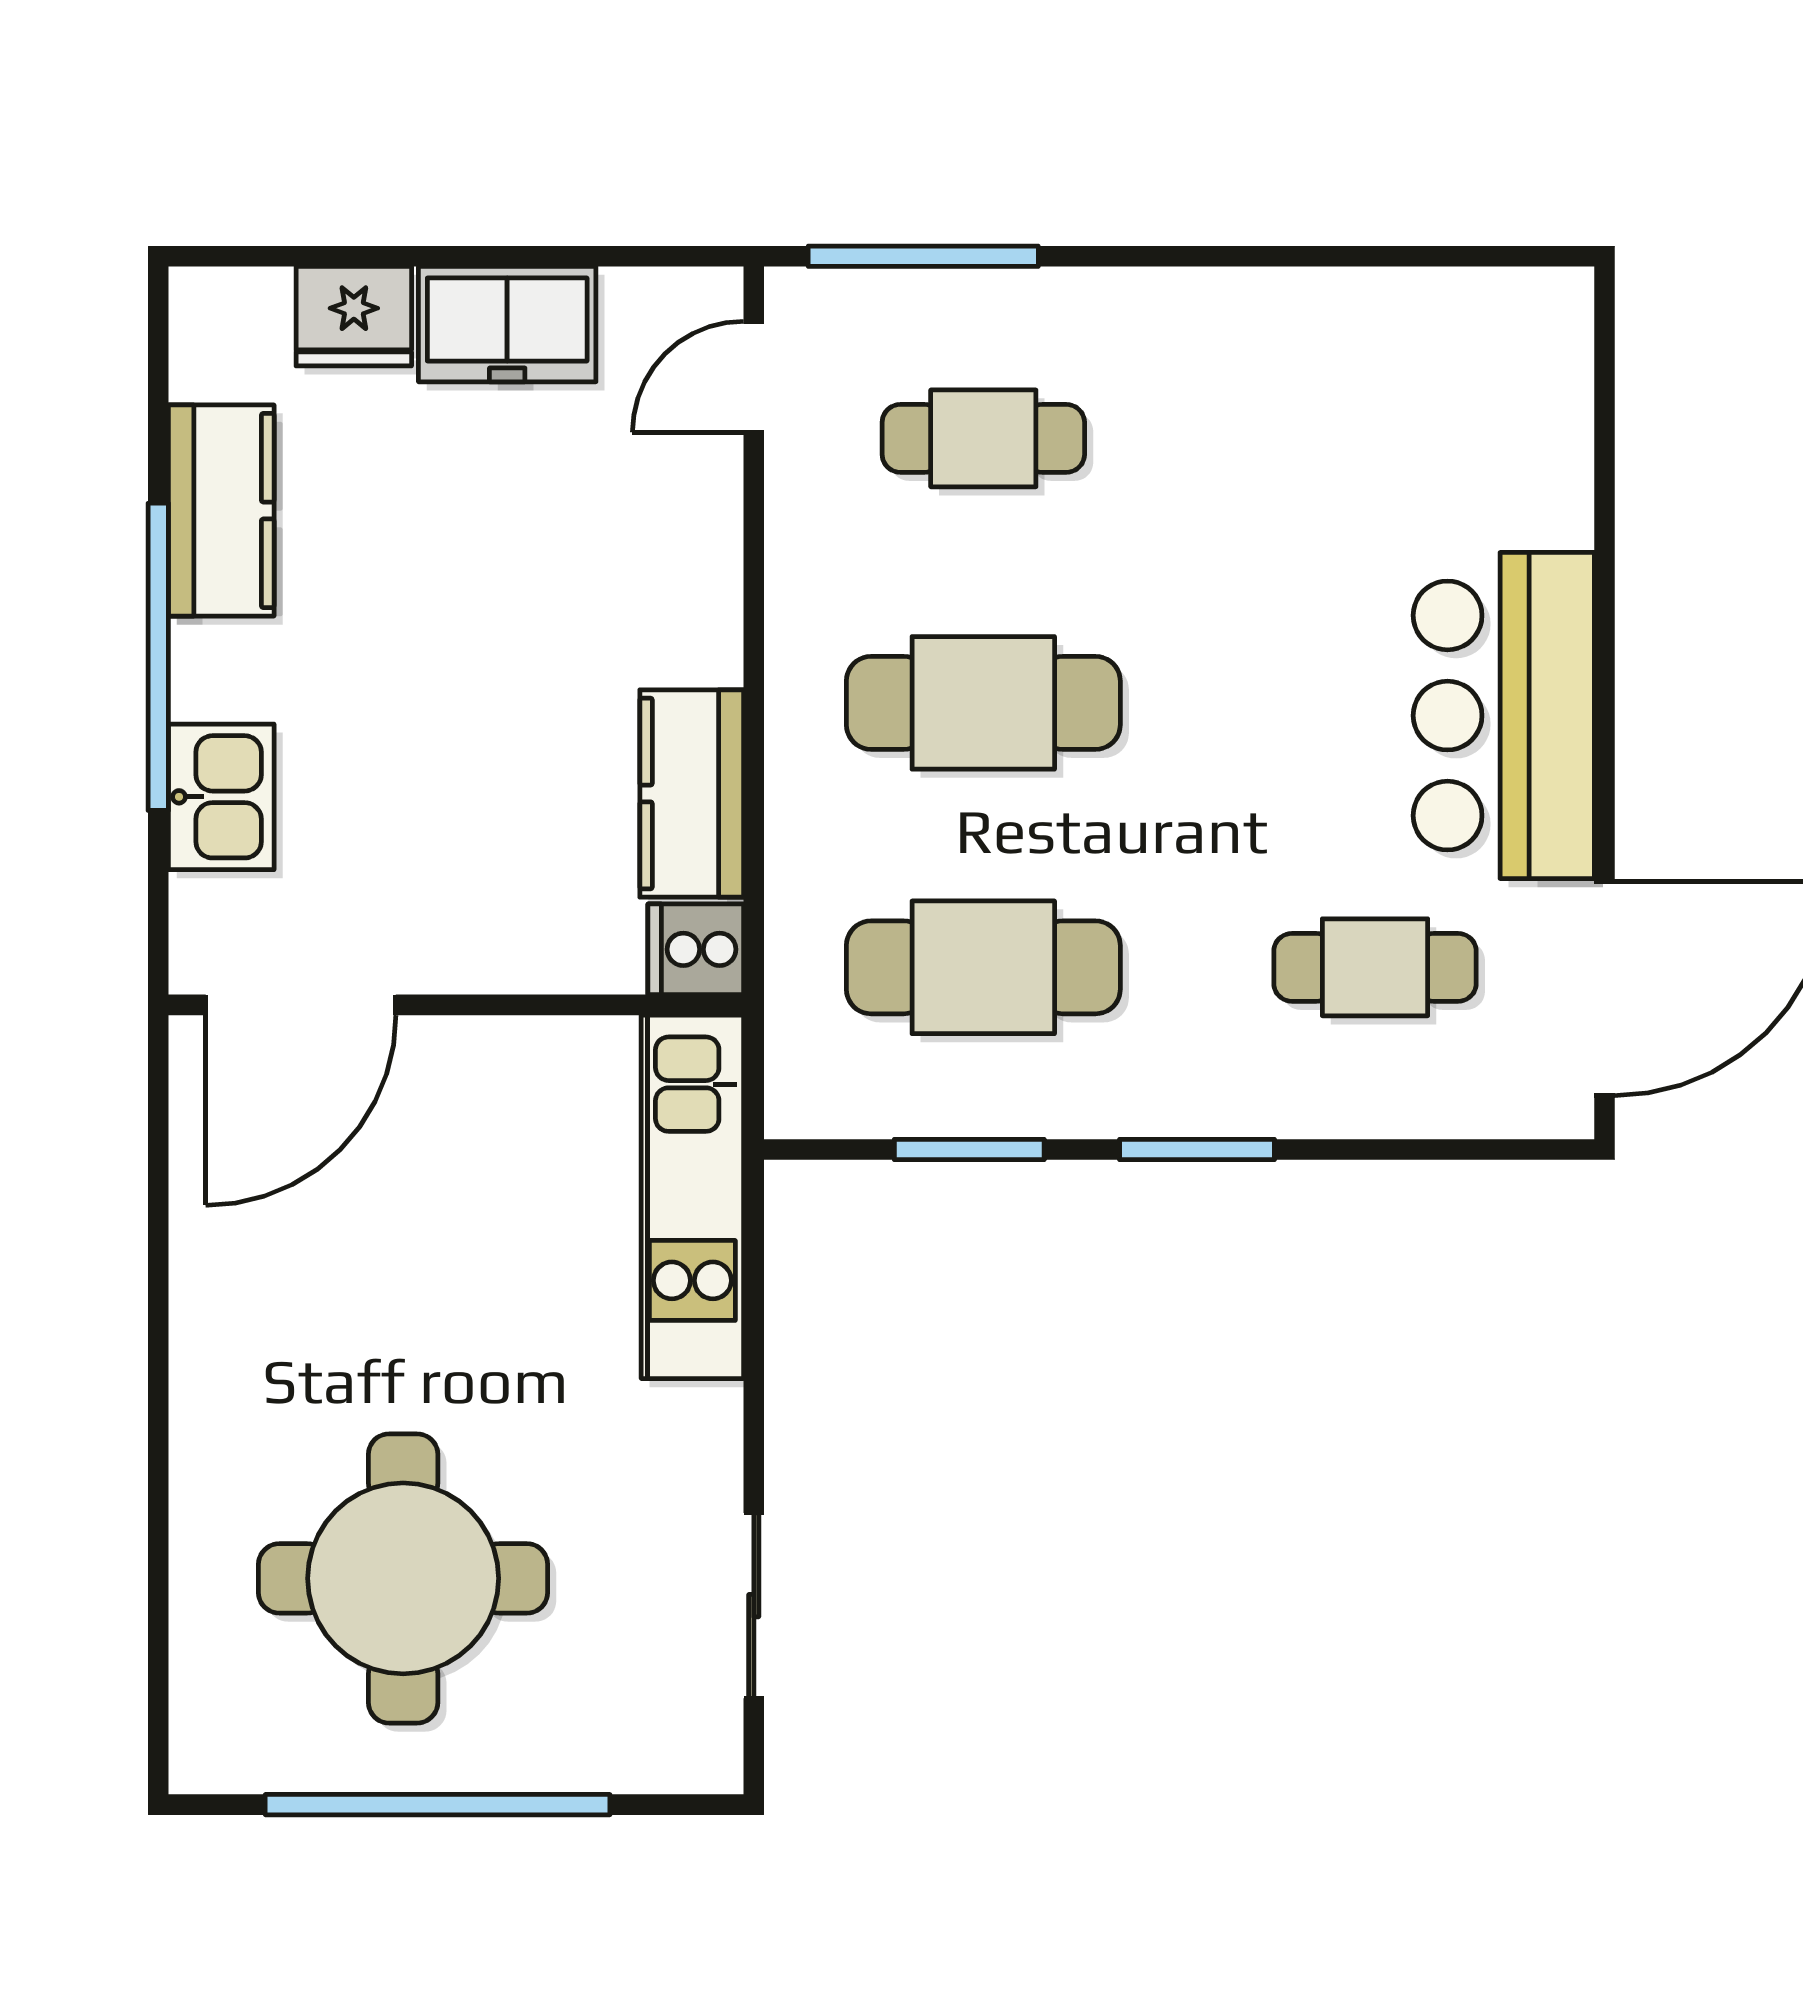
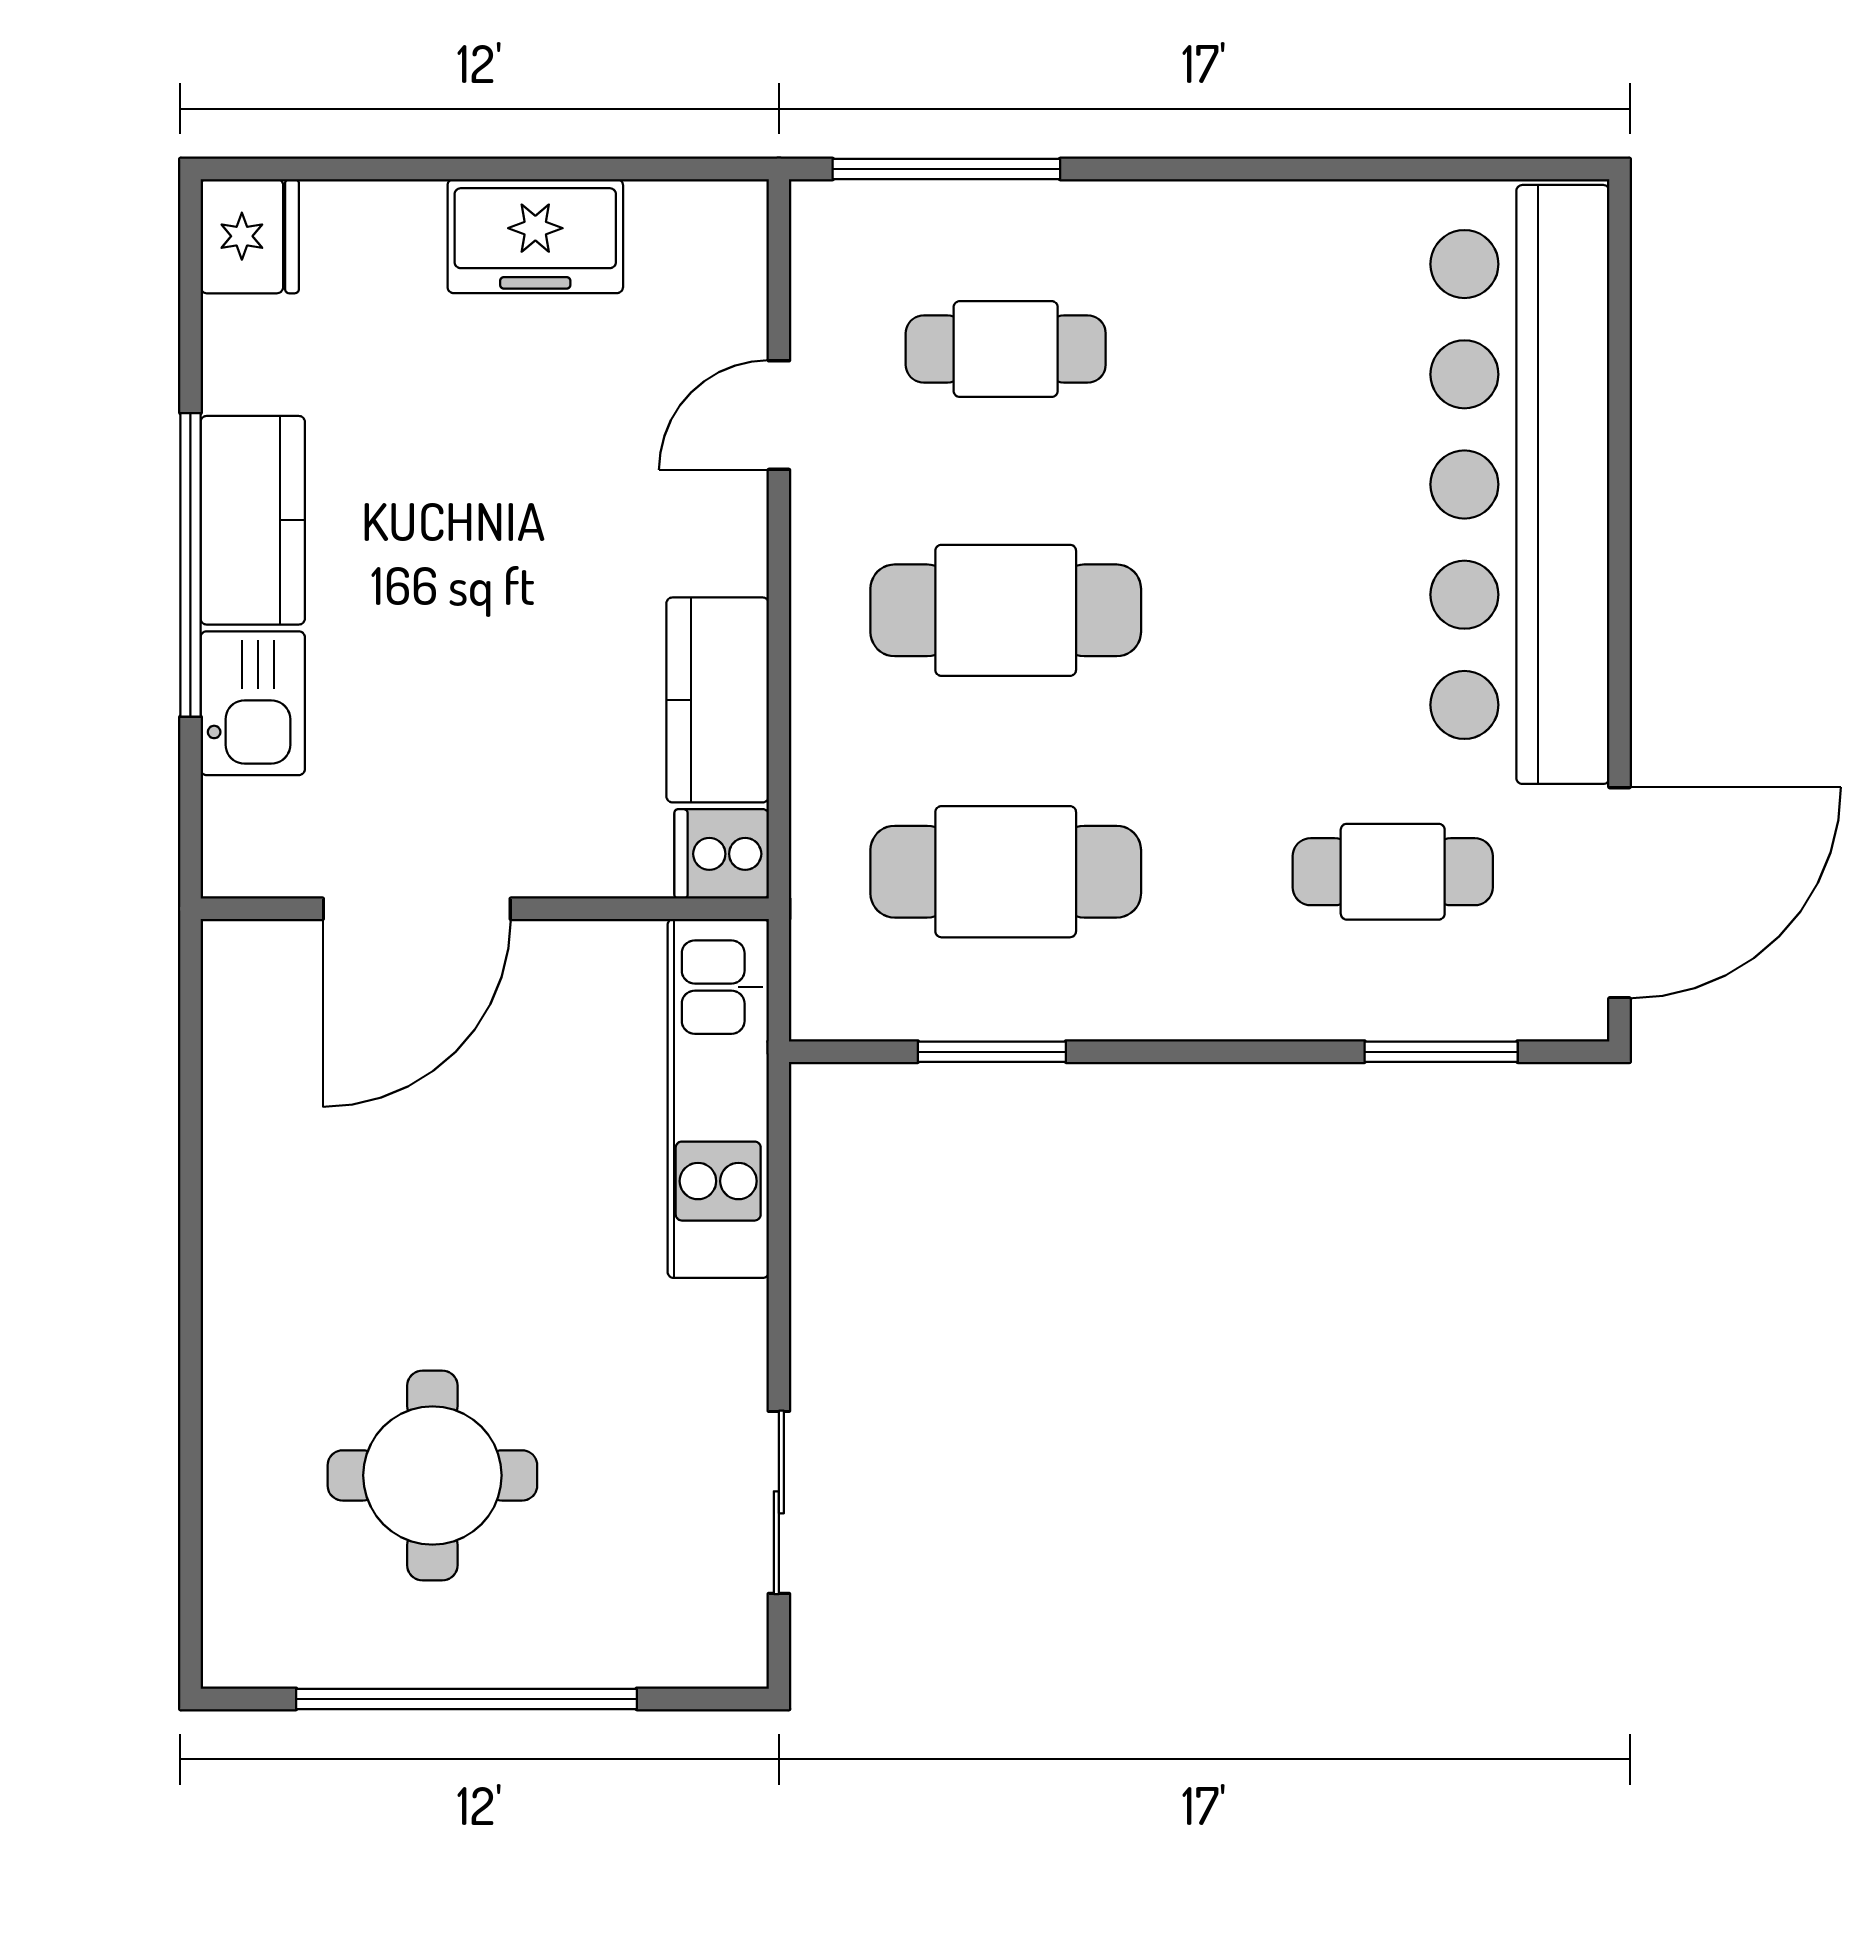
fridge: (354, 316) -> (250, 236), moved, turned -90
door: (754, 377) -> (779, 415), moved
kitchen counter: (221, 511) -> (253, 520), moved
bar counter: (1504, 716) -> (1520, 484), width x1.86
door: (301, 1005) -> (417, 909), moved
window: (1197, 1150) -> (1441, 1052), moved
round table: (403, 1578) -> (432, 1475), width x0.73, depth x0.73

